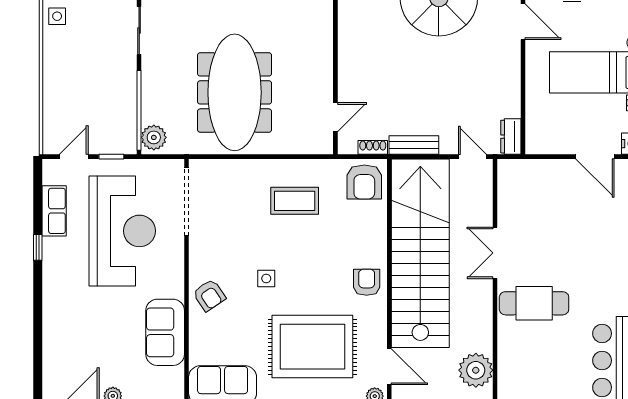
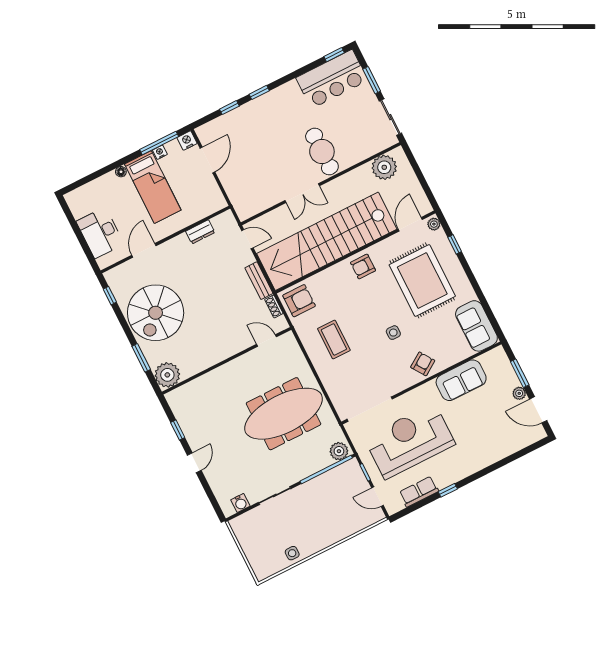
dresser: (511, 137) -> (200, 232), moved
door: (472, 157) -> (247, 239), swing flipped

